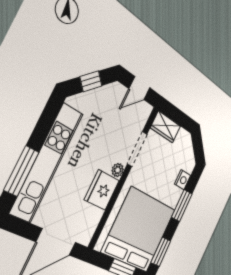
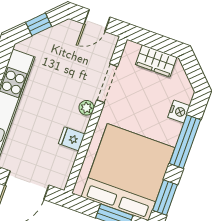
wardrobe: (166, 127) -> (156, 61), moved
fridge: (102, 190) -> (72, 139), width x0.53, depth x0.75
window: (182, 205) -> (185, 142), width x1.44

